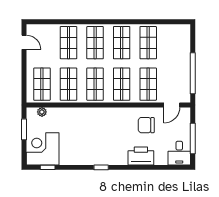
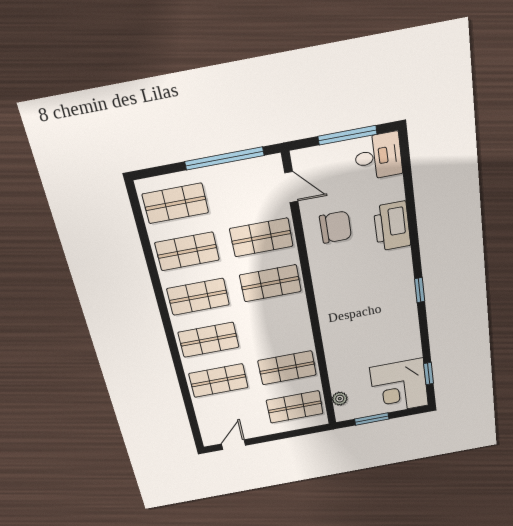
shop shelf: (95, 84) -> (175, 203), moved
chair: (146, 125) -> (335, 227), turned -90

